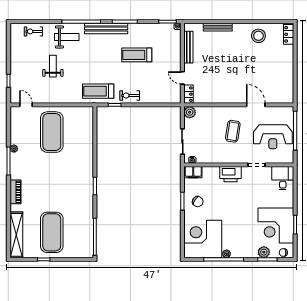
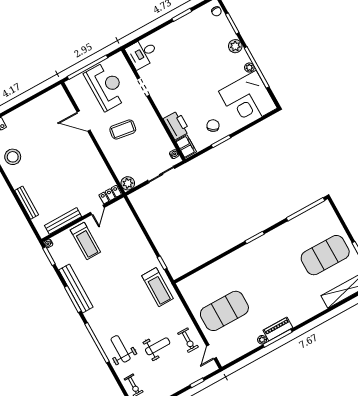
bench: (106, 28) -> (76, 289), moved
treadmill: (137, 55) -> (85, 241), moved
weight bench: (53, 66) -> (158, 346), turned 180
exercise bike: (130, 96) -> (188, 340), moved
door: (256, 105) -> (84, 121), hinge flipped
printer: (231, 174) -> (177, 125), moved
piano: (15, 192) -> (278, 329), moved
corner desk: (276, 225) -> (193, 34), removed
plant: (264, 252) -> (235, 46), moved

